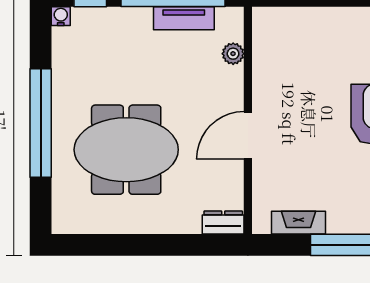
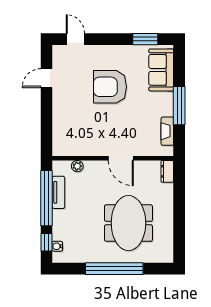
water cooler: (61, 16) -> (57, 246), moved

